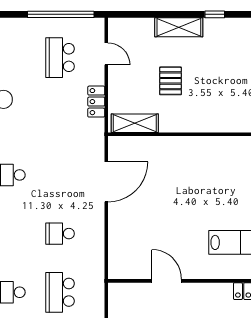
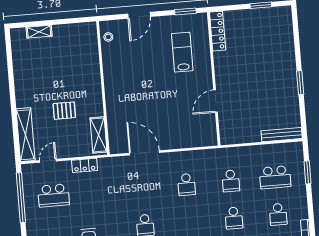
window: (215, 14) -> (11, 81), removed
shelving: (179, 27) -> (26, 135), moved, width x1.47
school desk: (60, 292) -> (231, 181), width x0.54

